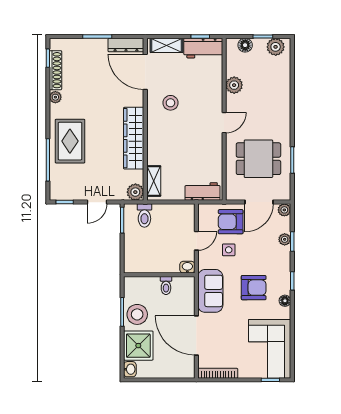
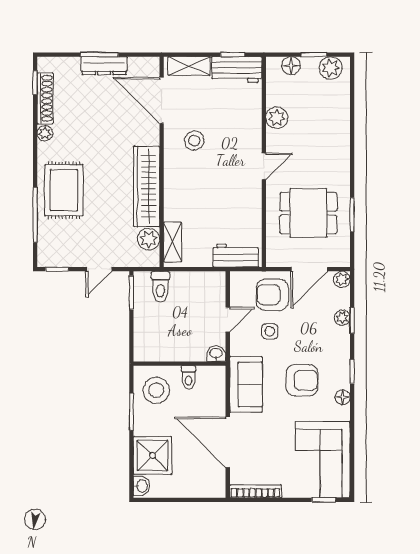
dresser: (126, 45) -> (104, 66), moved
plant: (135, 192) -> (149, 239), moved
stool: (137, 314) -> (156, 390), moved

